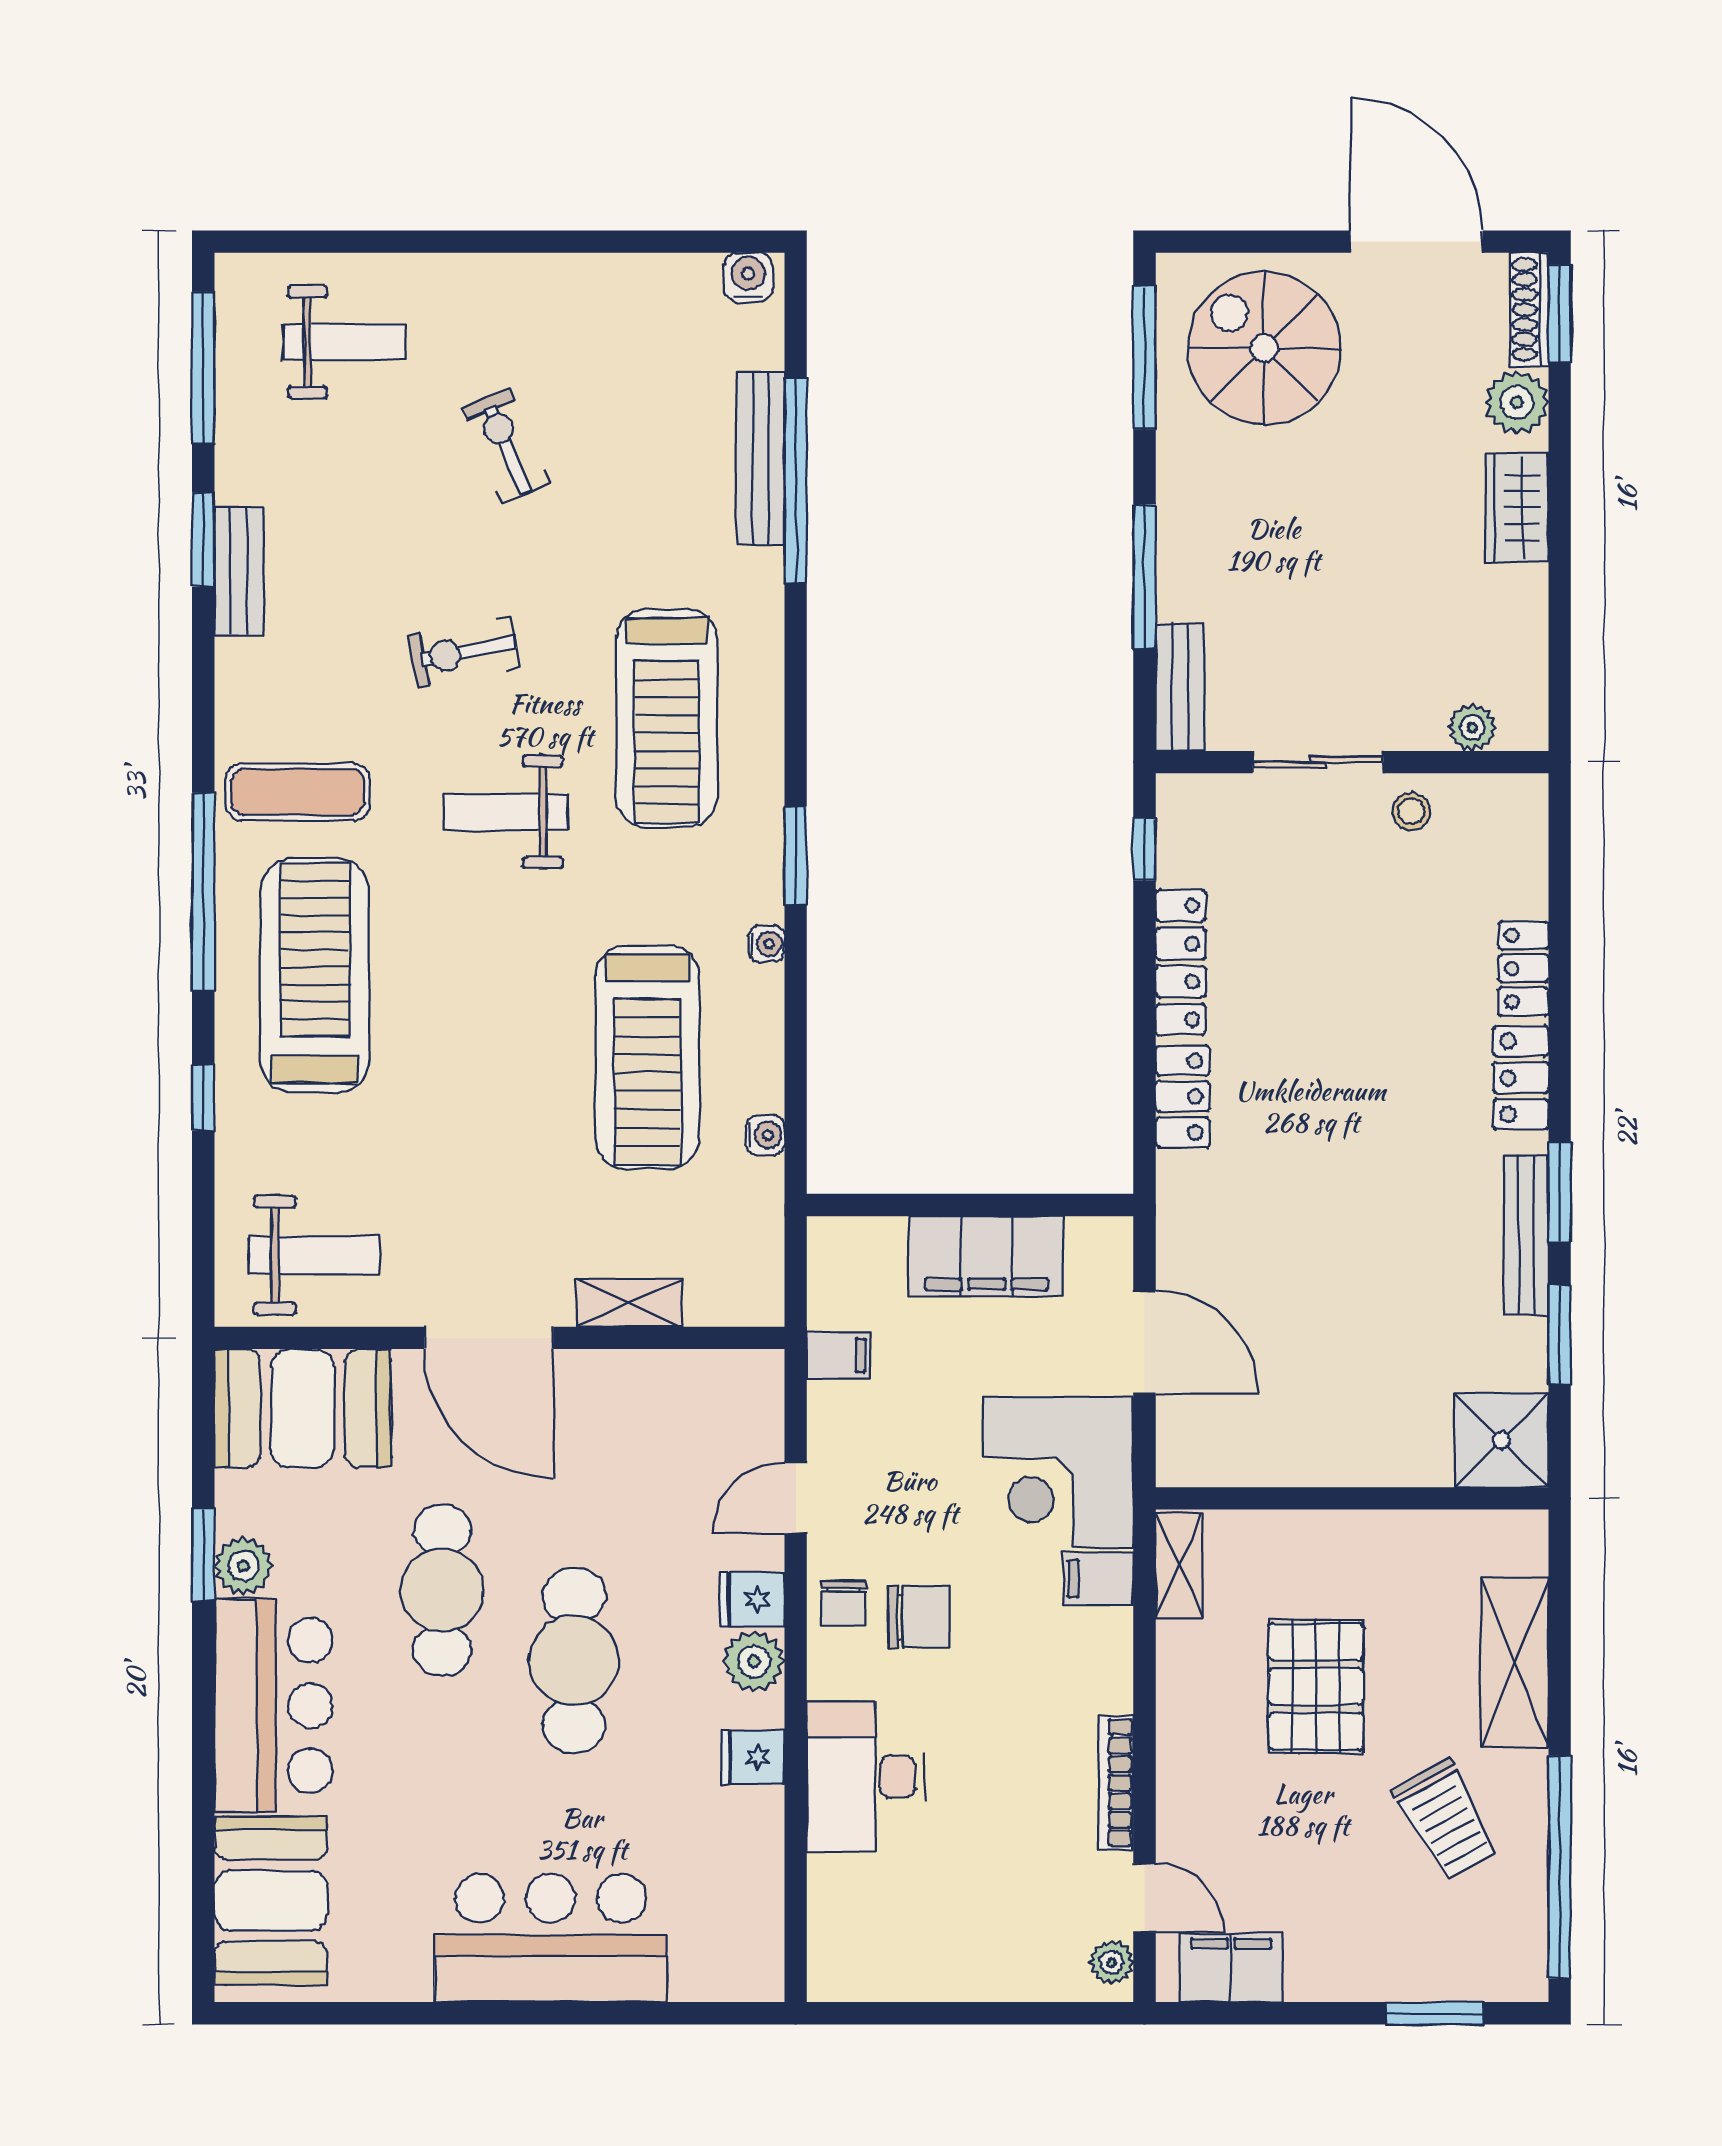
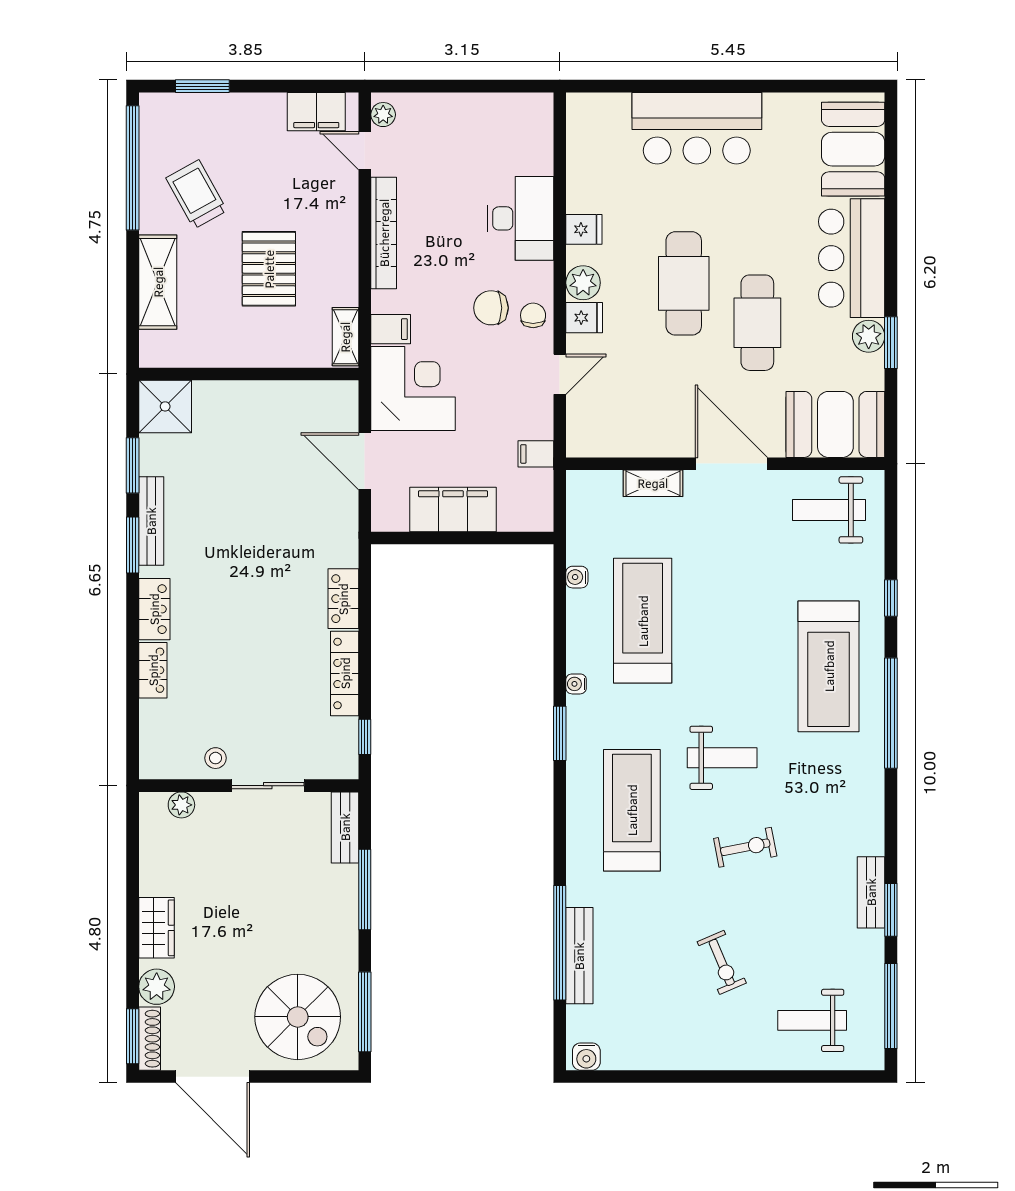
exercise mat: (298, 792) -> (838, 769), removed
bookcase: (1116, 1783) -> (384, 233), width x1.48, depth x1.31

